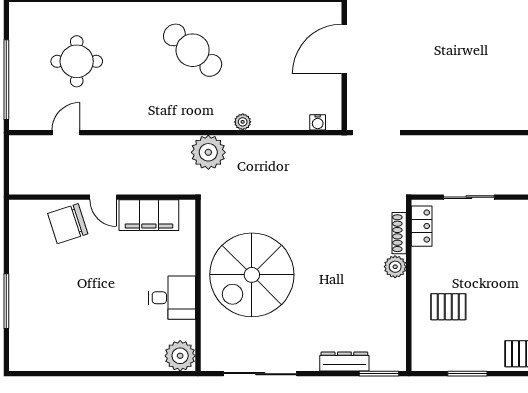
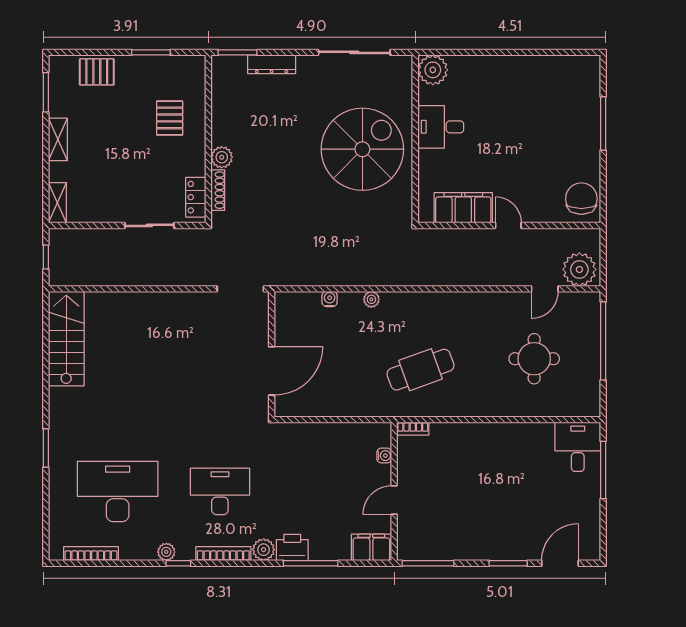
cafe table: (193, 50) -> (421, 370), turned -60
water cooler: (318, 122) -> (330, 299), moved
plant: (208, 152) -> (579, 269), moved
chair: (68, 224) -> (581, 199), moved, turned -72
pallet: (448, 307) -> (170, 118), turned 90

